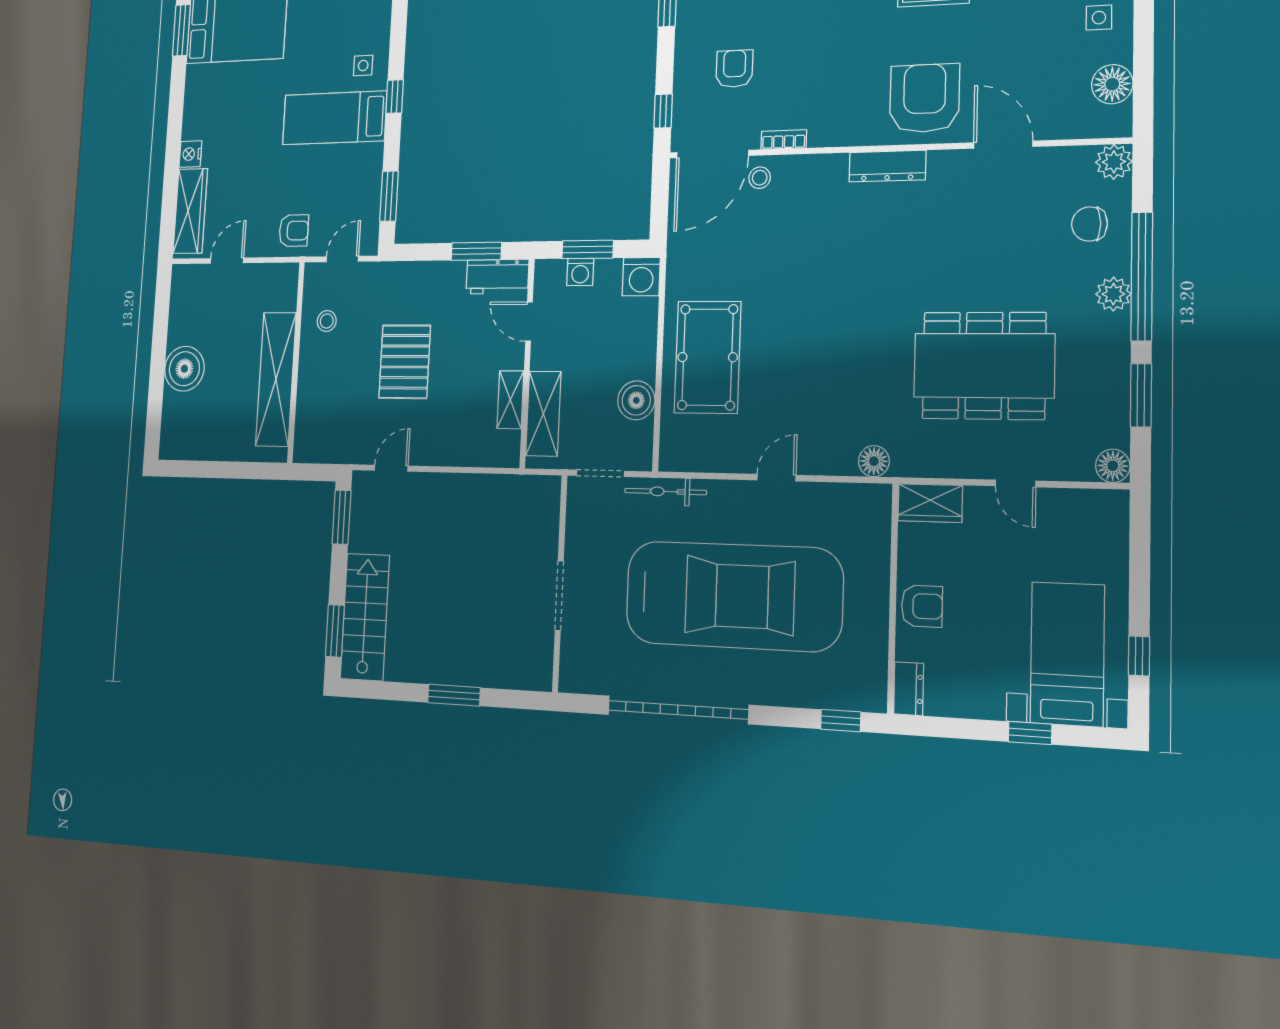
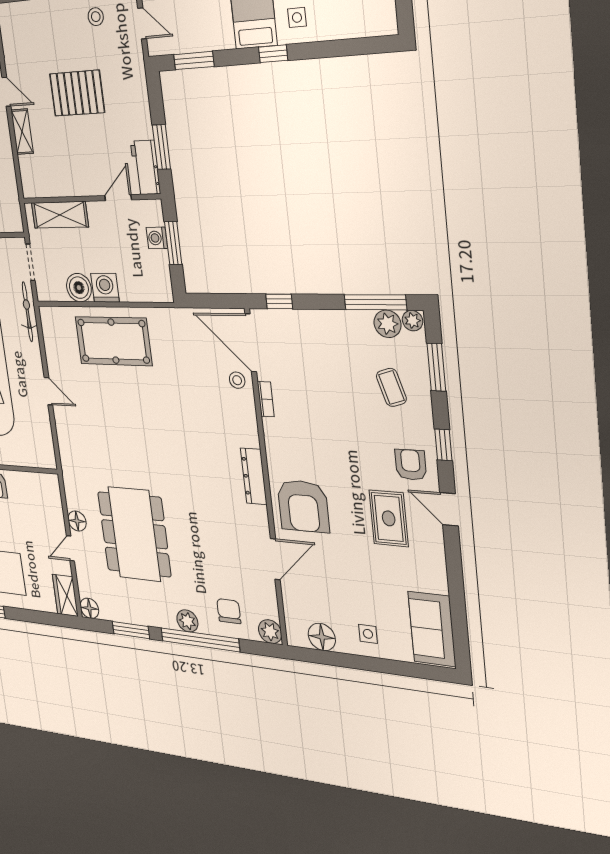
armchair: (734, 69) -> (315, 360), removed
armchair: (925, 98) -> (303, 506), turned 90
washing machine: (641, 277) -> (105, 288), moved, turned 90
shelving: (510, 400) -> (22, 132), moved, turned 90
floor lamp: (874, 461) -> (77, 521), moved
wardrobe: (930, 503) -> (65, 595), moved

